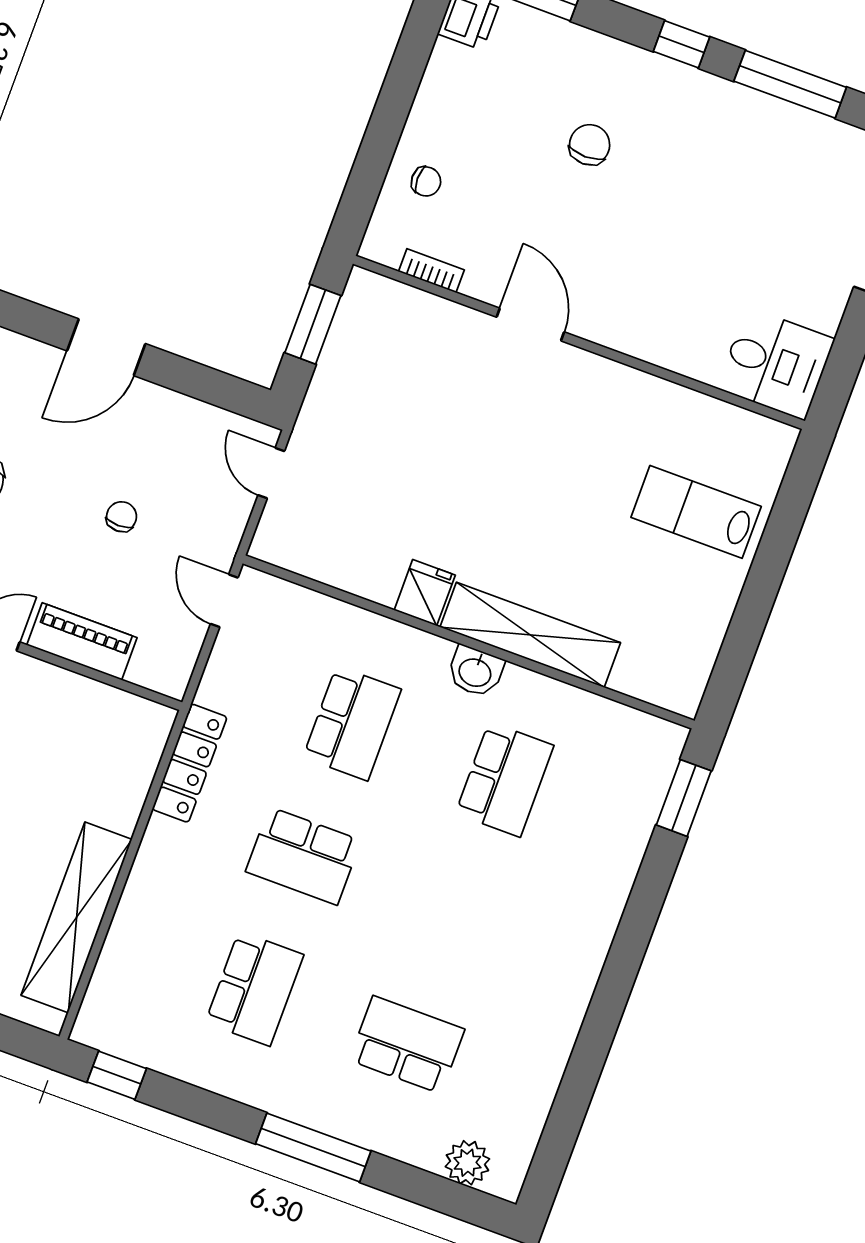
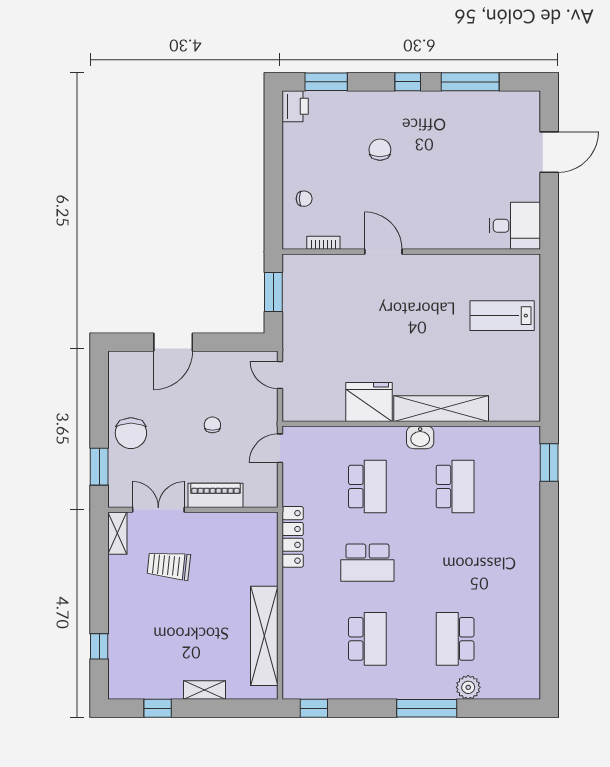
fridge: (425, 593) -> (369, 402), width x1.88, depth x1.34
door: (224, 601) -> (280, 448), hinge flipped
school desk: (407, 1045) -> (455, 639), turned -90
plant: (467, 1163) -> (468, 687), moved

